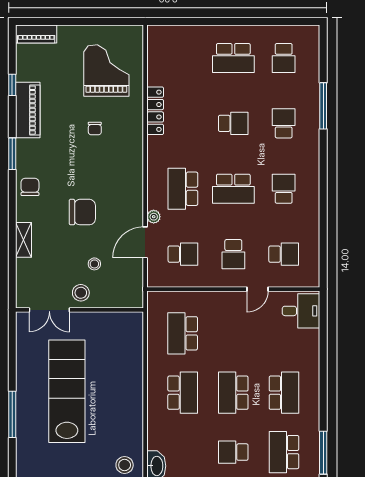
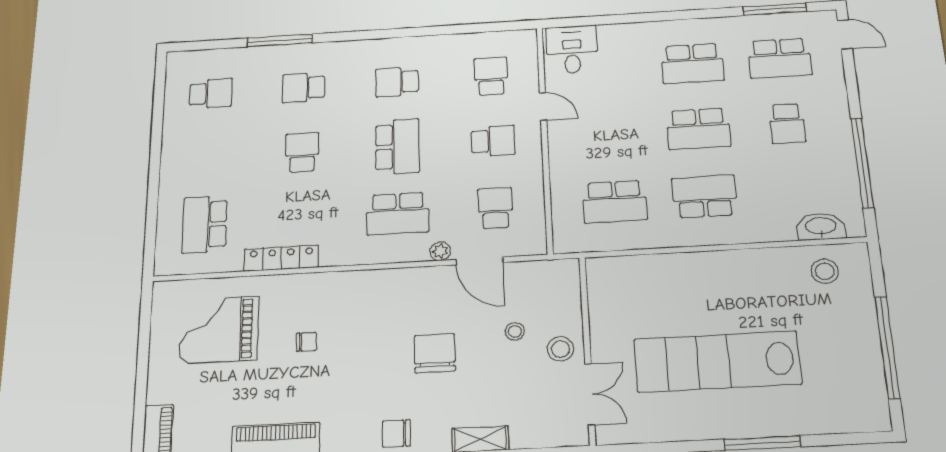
school desk: (233, 58) -> (205, 225), moved, turned 180
school desk: (284, 393) -> (692, 63), turned 180

